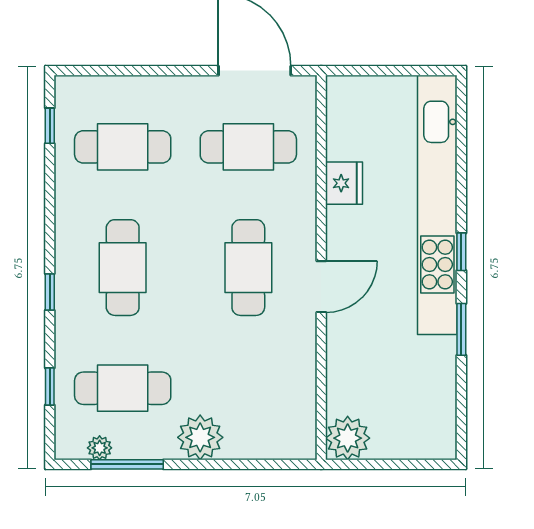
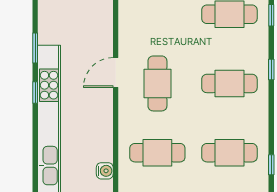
water cooler: (340, 115) -> (105, 171), added
fridge: (344, 183) -> (103, 132), removed
cafe table: (123, 268) -> (229, 83), turned 90

